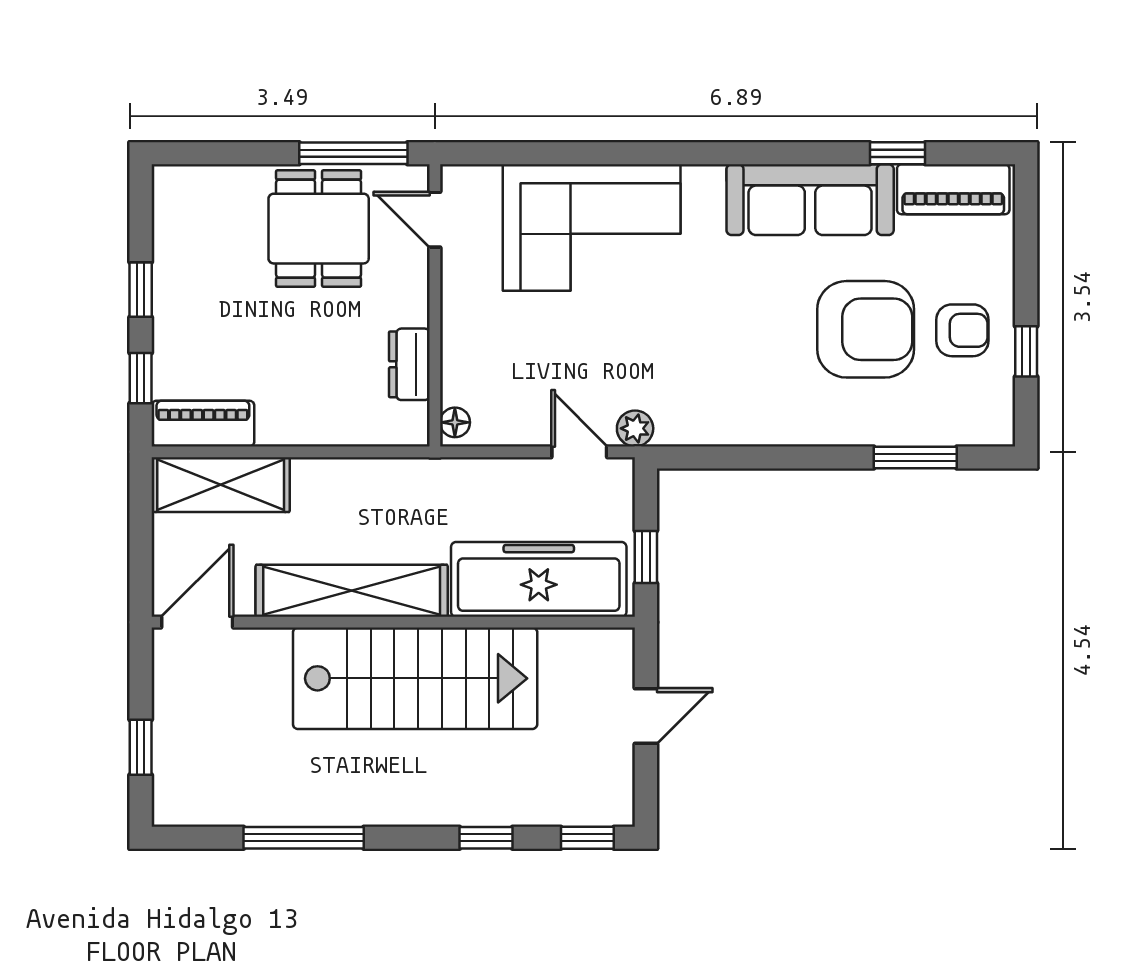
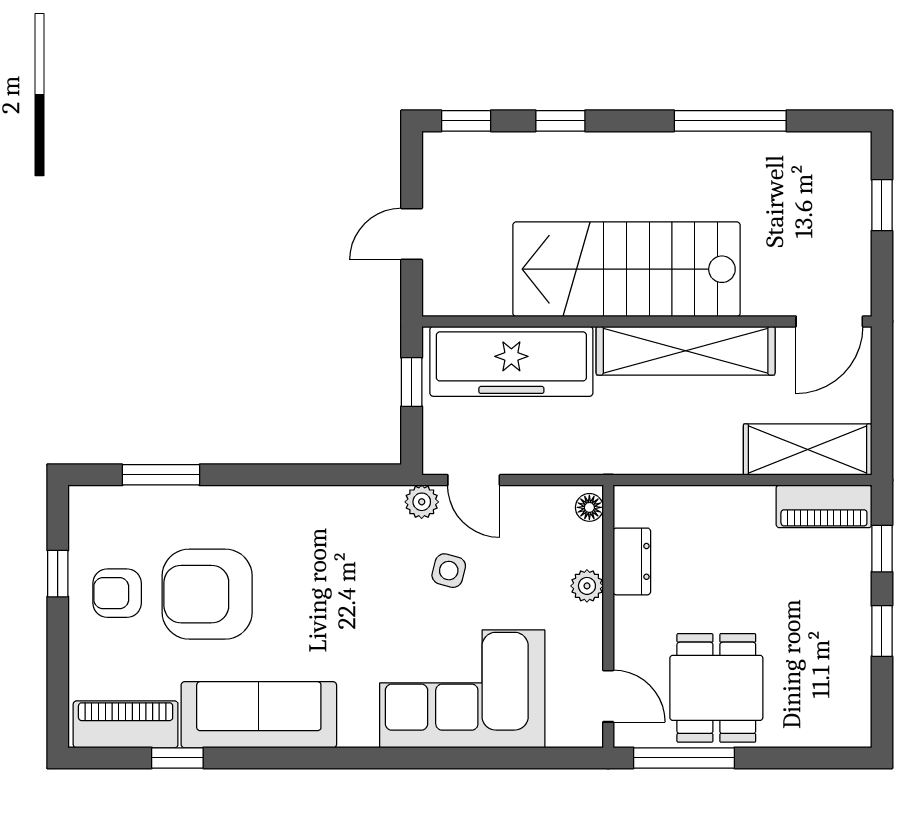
plant: (458, 338) -> (587, 586), added
side table: (606, 355) -> (449, 571), added

